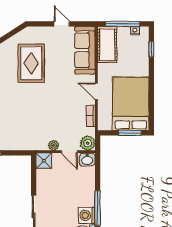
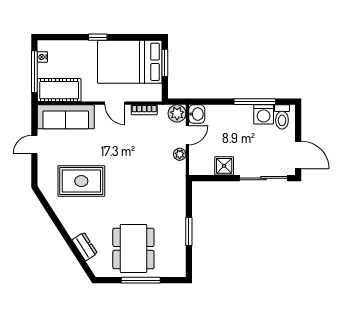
window: (151, 49) -> (98, 37), moved
door: (96, 91) -> (115, 103), hinge flipped
shower: (44, 161) -> (224, 166), moved

